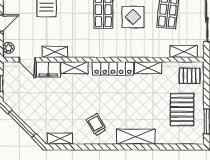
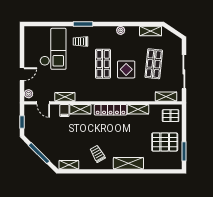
filing cabinet: (48, 69) -> (64, 111), width x0.50
pallet: (182, 109) -> (165, 142), turned 90

